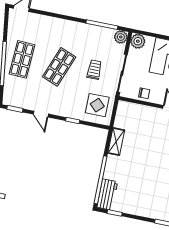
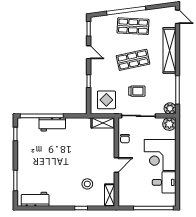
shelving: (57, 25) -> (169, 50), added
shop shelf: (59, 67) -> (133, 60), turned -33
door: (41, 114) -> (89, 52), swing flipped
shelving: (116, 142) -> (103, 123), moved
workbench: (107, 194) -> (52, 124), moved

